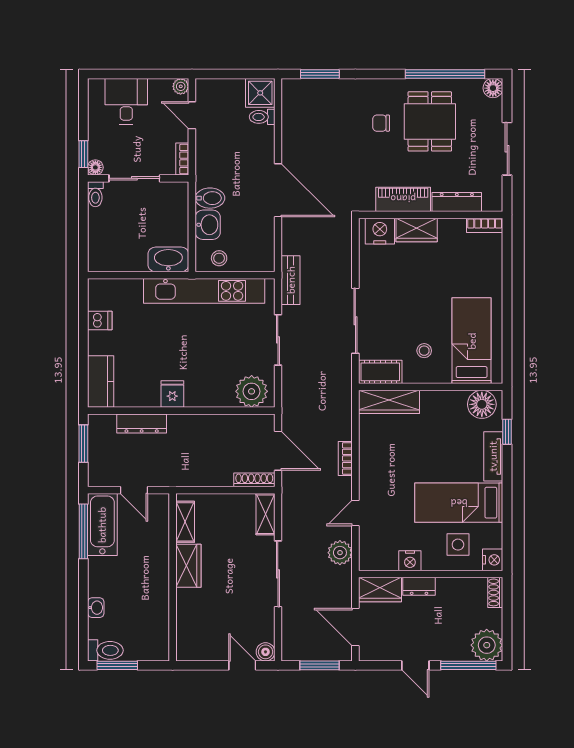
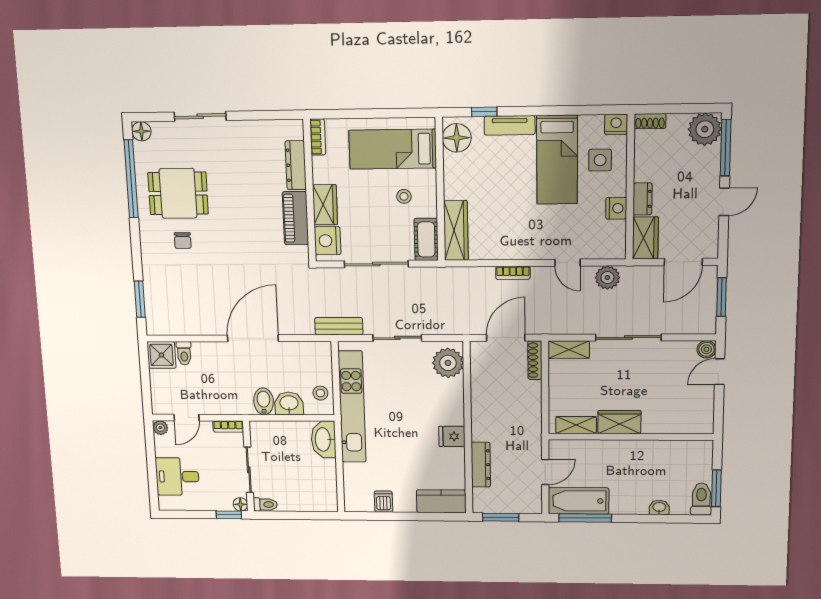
piano: (403, 199) -> (296, 218), moved
dresser: (457, 202) -> (296, 165), moved
wall: (431, 215) -> (310, 191), moved
bookcase: (485, 225) -> (318, 137), moved
wardrobe: (417, 230) -> (325, 205), moved
nightstand: (380, 231) -> (328, 241), moved

